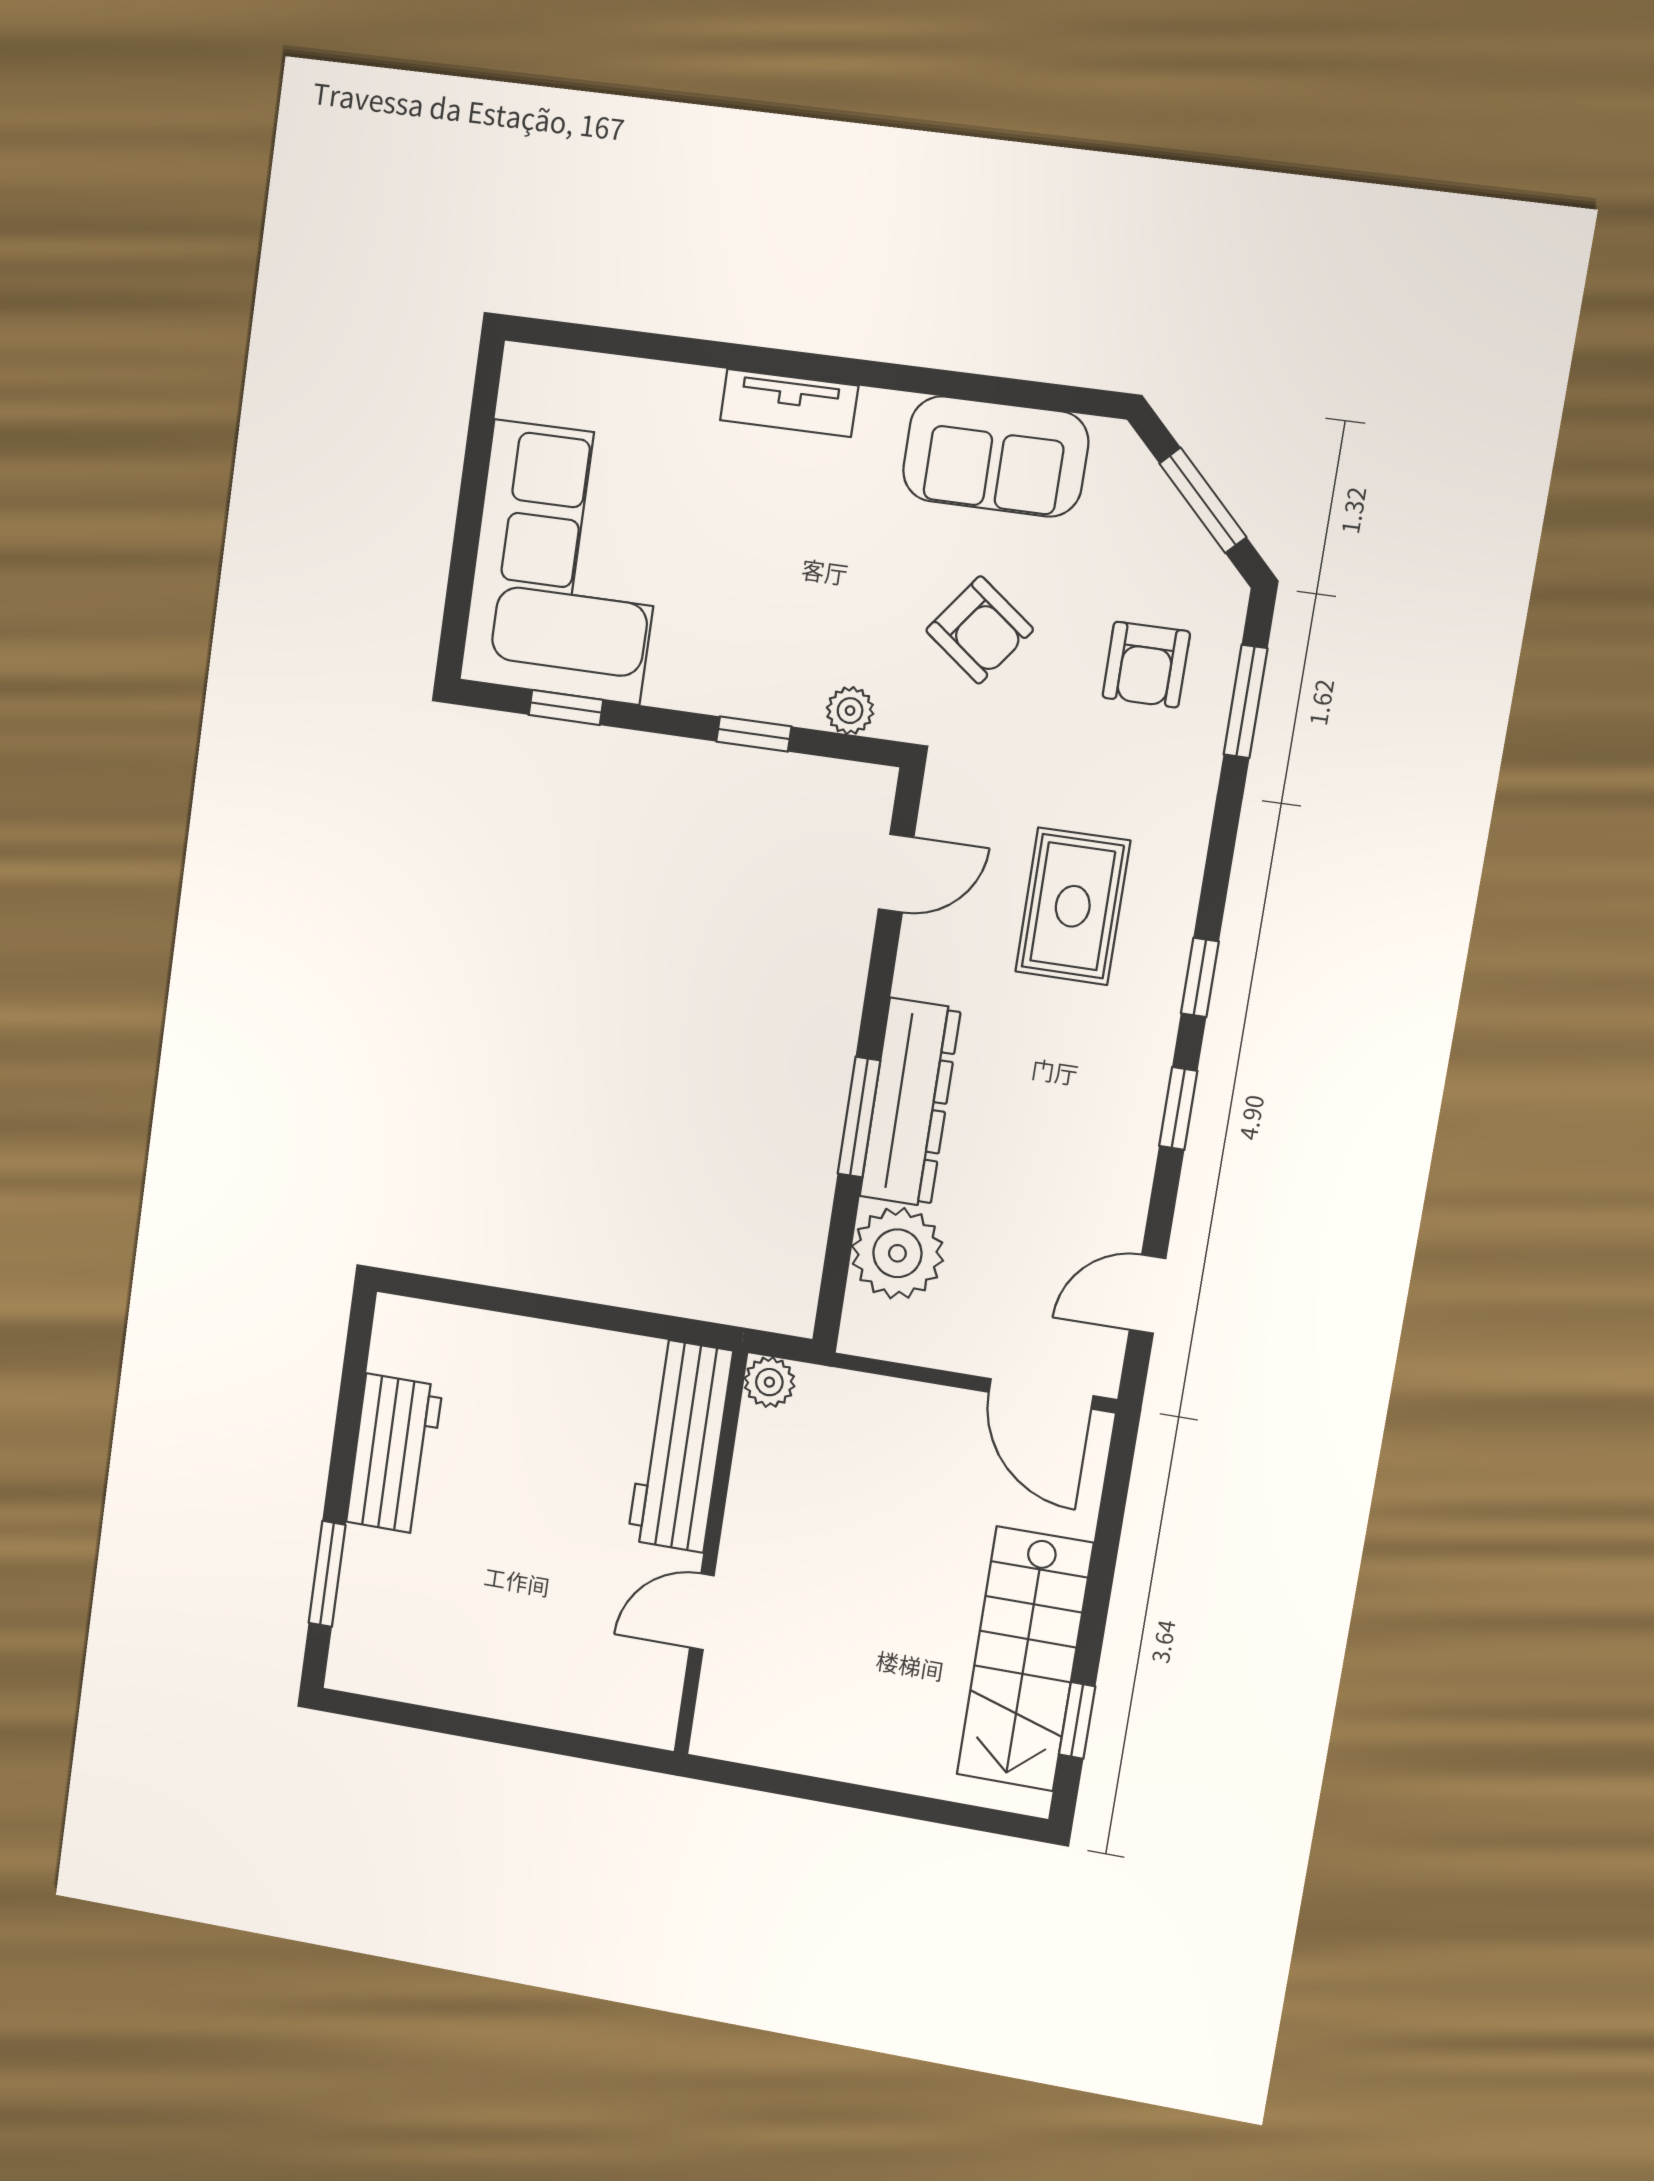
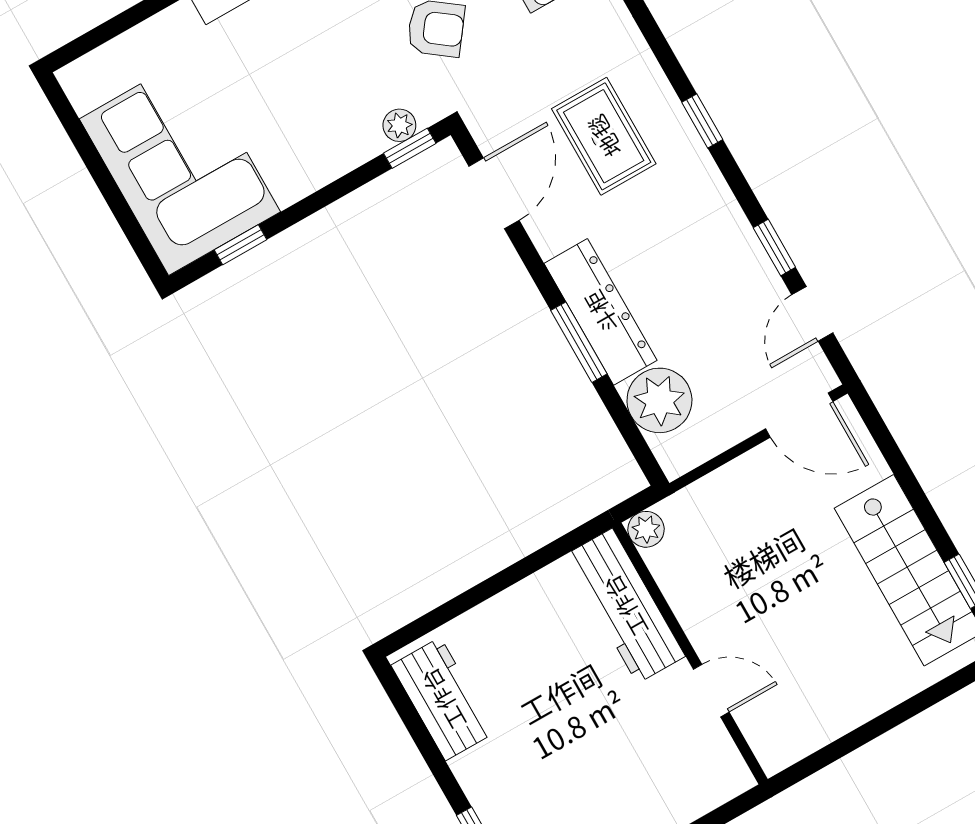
window: (754, 734) -> (410, 148), moved
door: (896, 873) -> (494, 193), width x1.38
window: (1178, 1108) -> (774, 247), moved
workbench: (394, 1454) -> (443, 699), moved
door: (702, 1612) -> (711, 691), swing flipped

